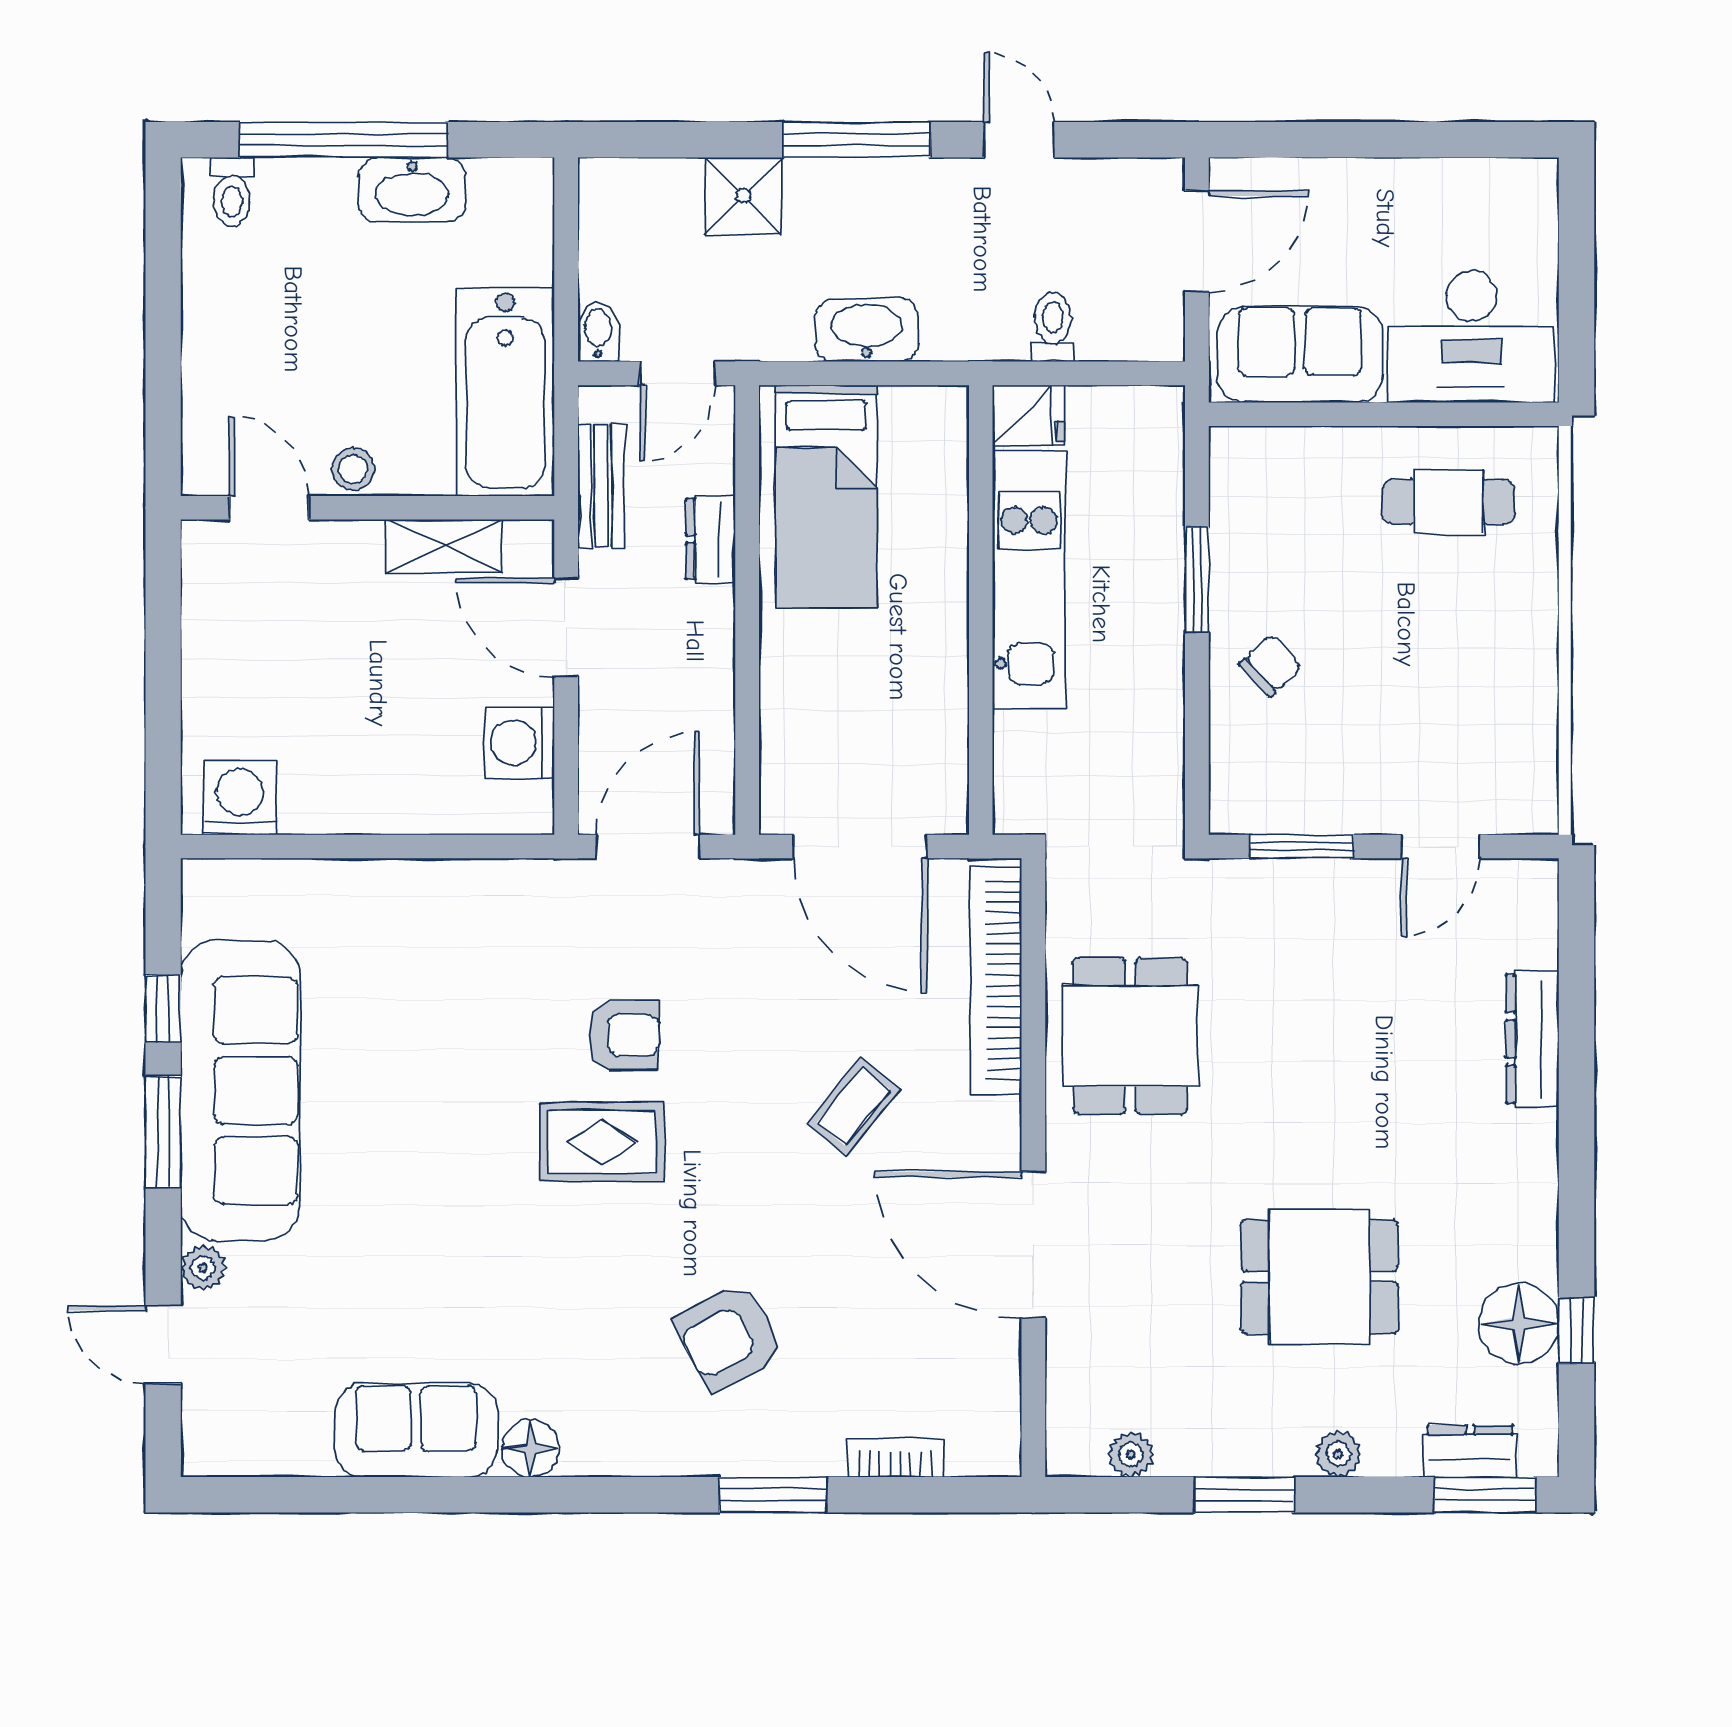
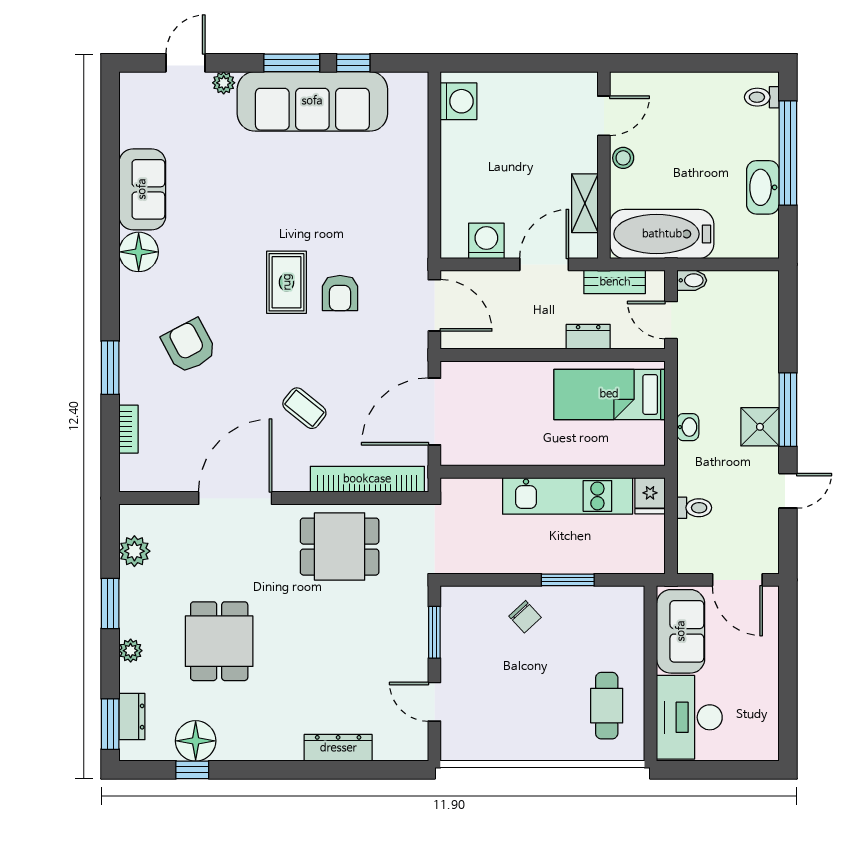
shower: (743, 196) -> (760, 427), moved
washbasin: (867, 330) -> (688, 427), width x0.52, depth x0.69
floor lamp: (531, 1449) -> (139, 252), width x1.38, depth x1.38
plant: (1131, 1455) -> (134, 551), width x1.38, depth x1.38

